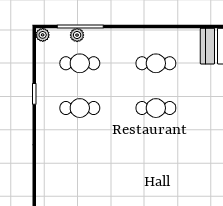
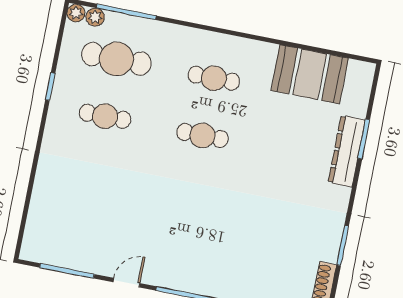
plant: (77, 35) -> (95, 17), moved
cafe table: (80, 63) -> (116, 59), width x1.37, depth x1.35

